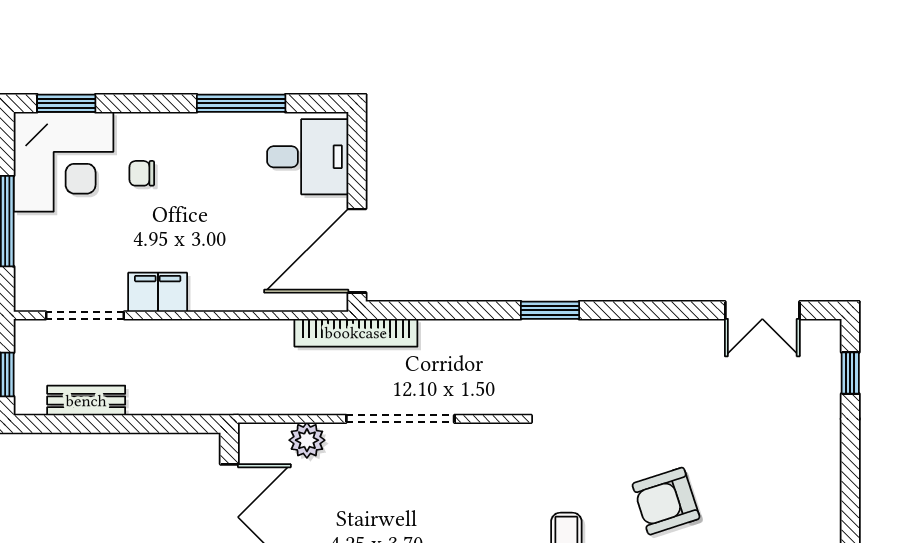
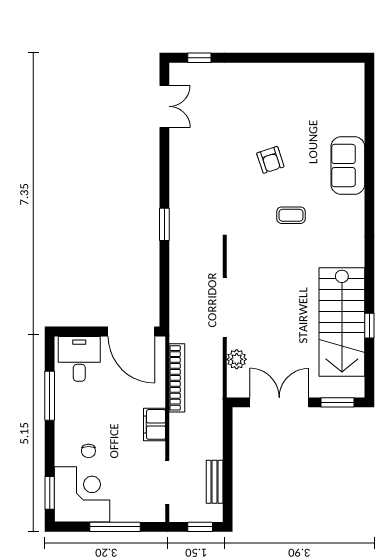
filing cabinet: (158, 292) -> (154, 424), moved
bookcase: (356, 333) -> (177, 378), moved
armchair: (666, 501) -> (270, 160), width x0.72, depth x0.72

